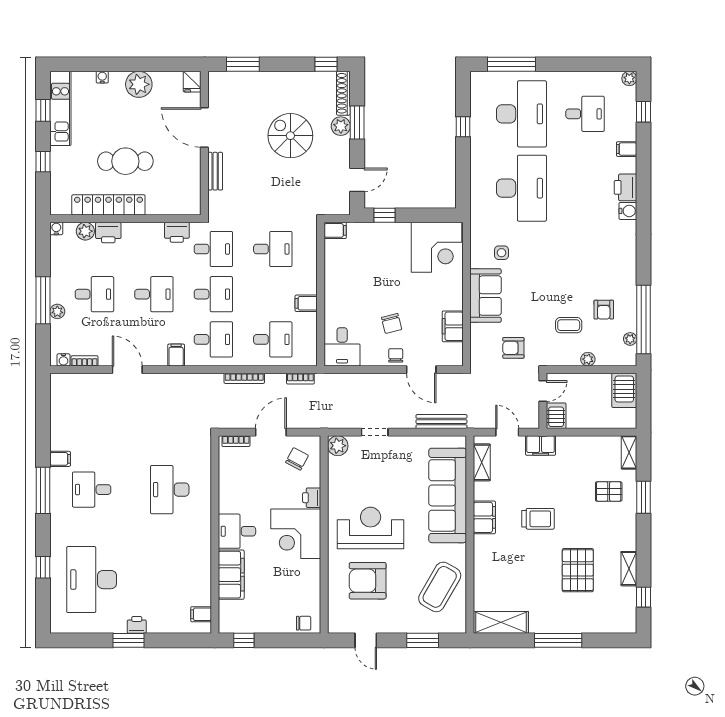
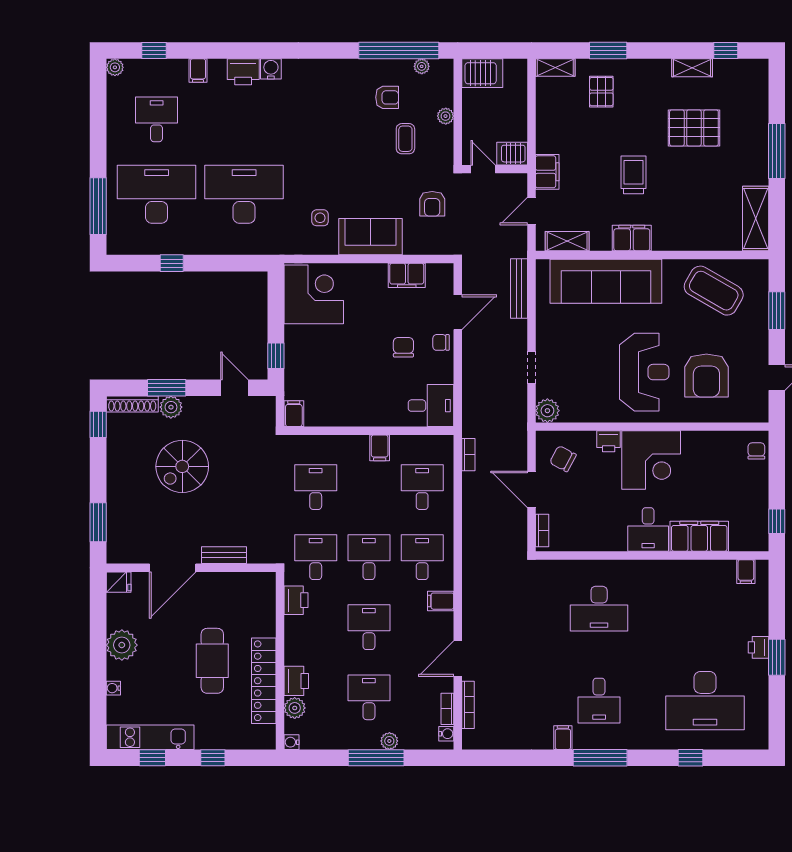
chair: (392, 323) -> (403, 347), turned -76
bookcase: (244, 378) -> (468, 705), moved
reception desk: (371, 528) -> (644, 372), turned 180

